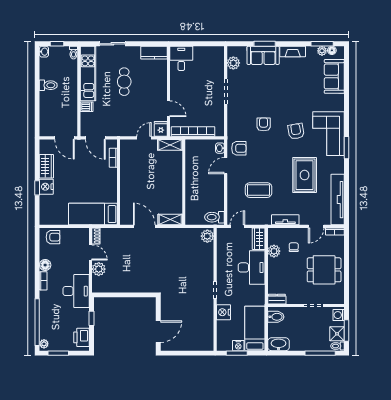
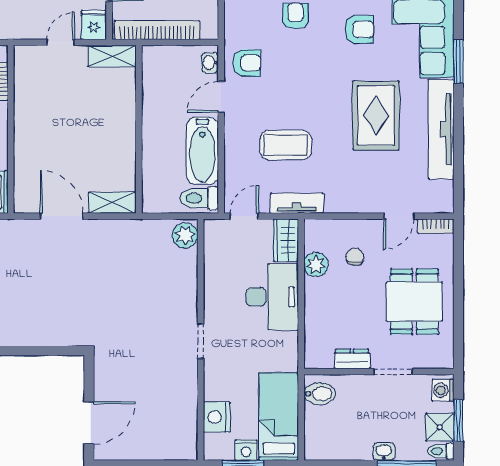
armchair: (296, 131) -> (359, 29), turned 100
bathtub: (216, 193) -> (202, 151), added
tv unit: (338, 200) -> (441, 129), moved
tv unit: (285, 220) -> (297, 203), moved
dining table: (324, 270) -> (414, 302), turned 90
dresser: (277, 299) -> (352, 359), moved
nightstand: (223, 312) -> (217, 417), moved
washbasin: (279, 344) -> (384, 451), moved, width x0.52, depth x0.69

